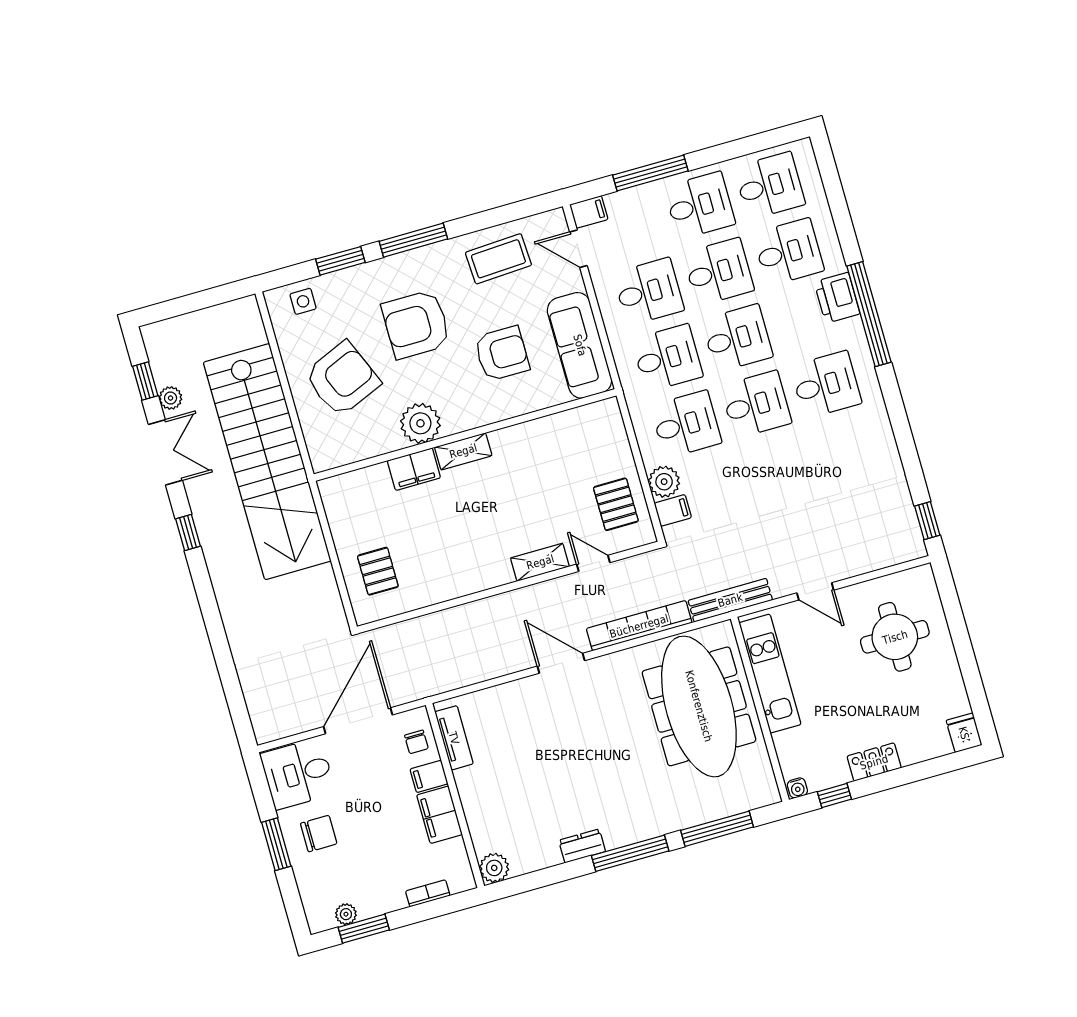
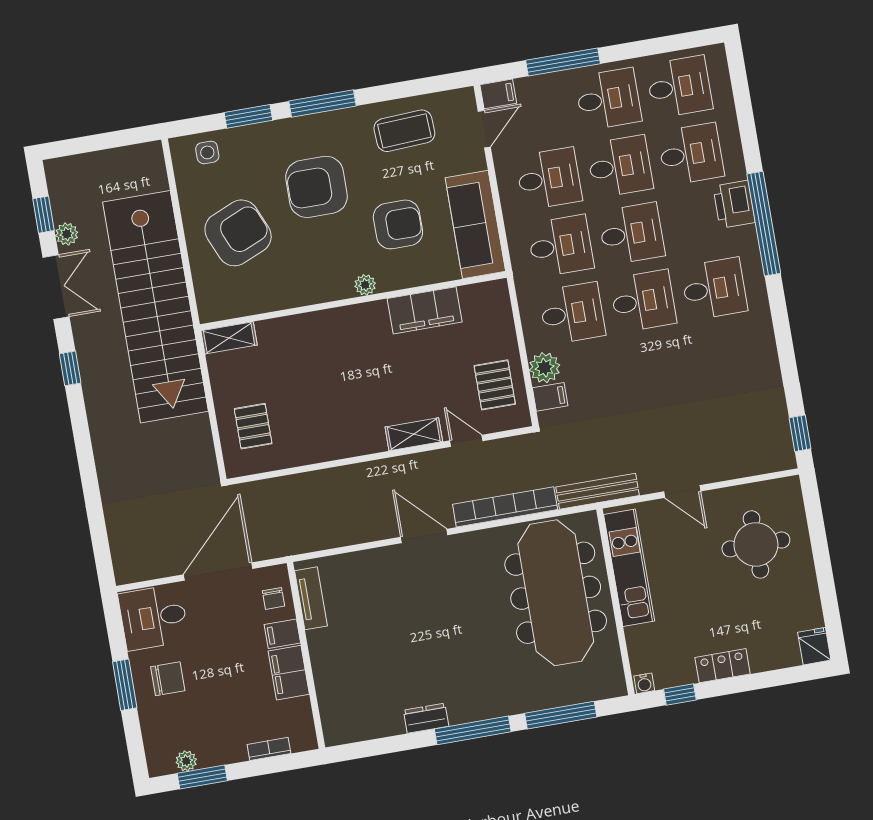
door: (578, 249) -> (484, 129), swing flipped
plant: (420, 423) -> (365, 285), moved, width x0.53, depth x0.53
shelving: (463, 451) -> (229, 338), moved
filing cabinet: (414, 469) -> (425, 310), moved, width x1.50, depth x1.17
plant: (494, 868) -> (337, 731), removed

